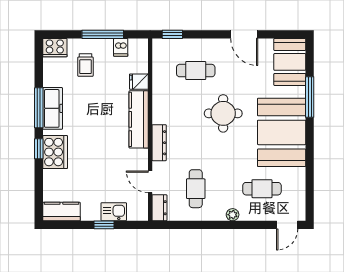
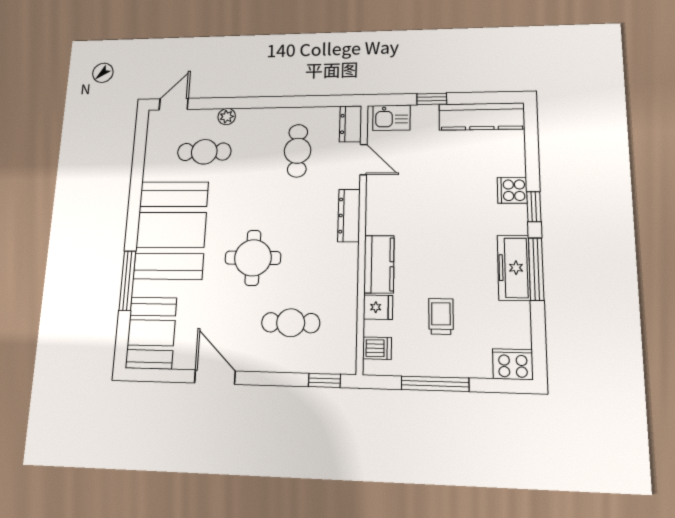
dishwasher: (121, 47) -> (377, 348), moved, turned 90
trolley: (85, 65) -> (441, 316), moved
kitchen counter: (139, 119) -> (379, 264), width x0.67
cooker: (55, 152) -> (512, 190), width x0.53, depth x0.76
kitchen counter: (61, 211) -> (482, 117), width x1.50
kitchen sink: (114, 212) -> (391, 118), moved
plant: (233, 215) -> (227, 117), moved

